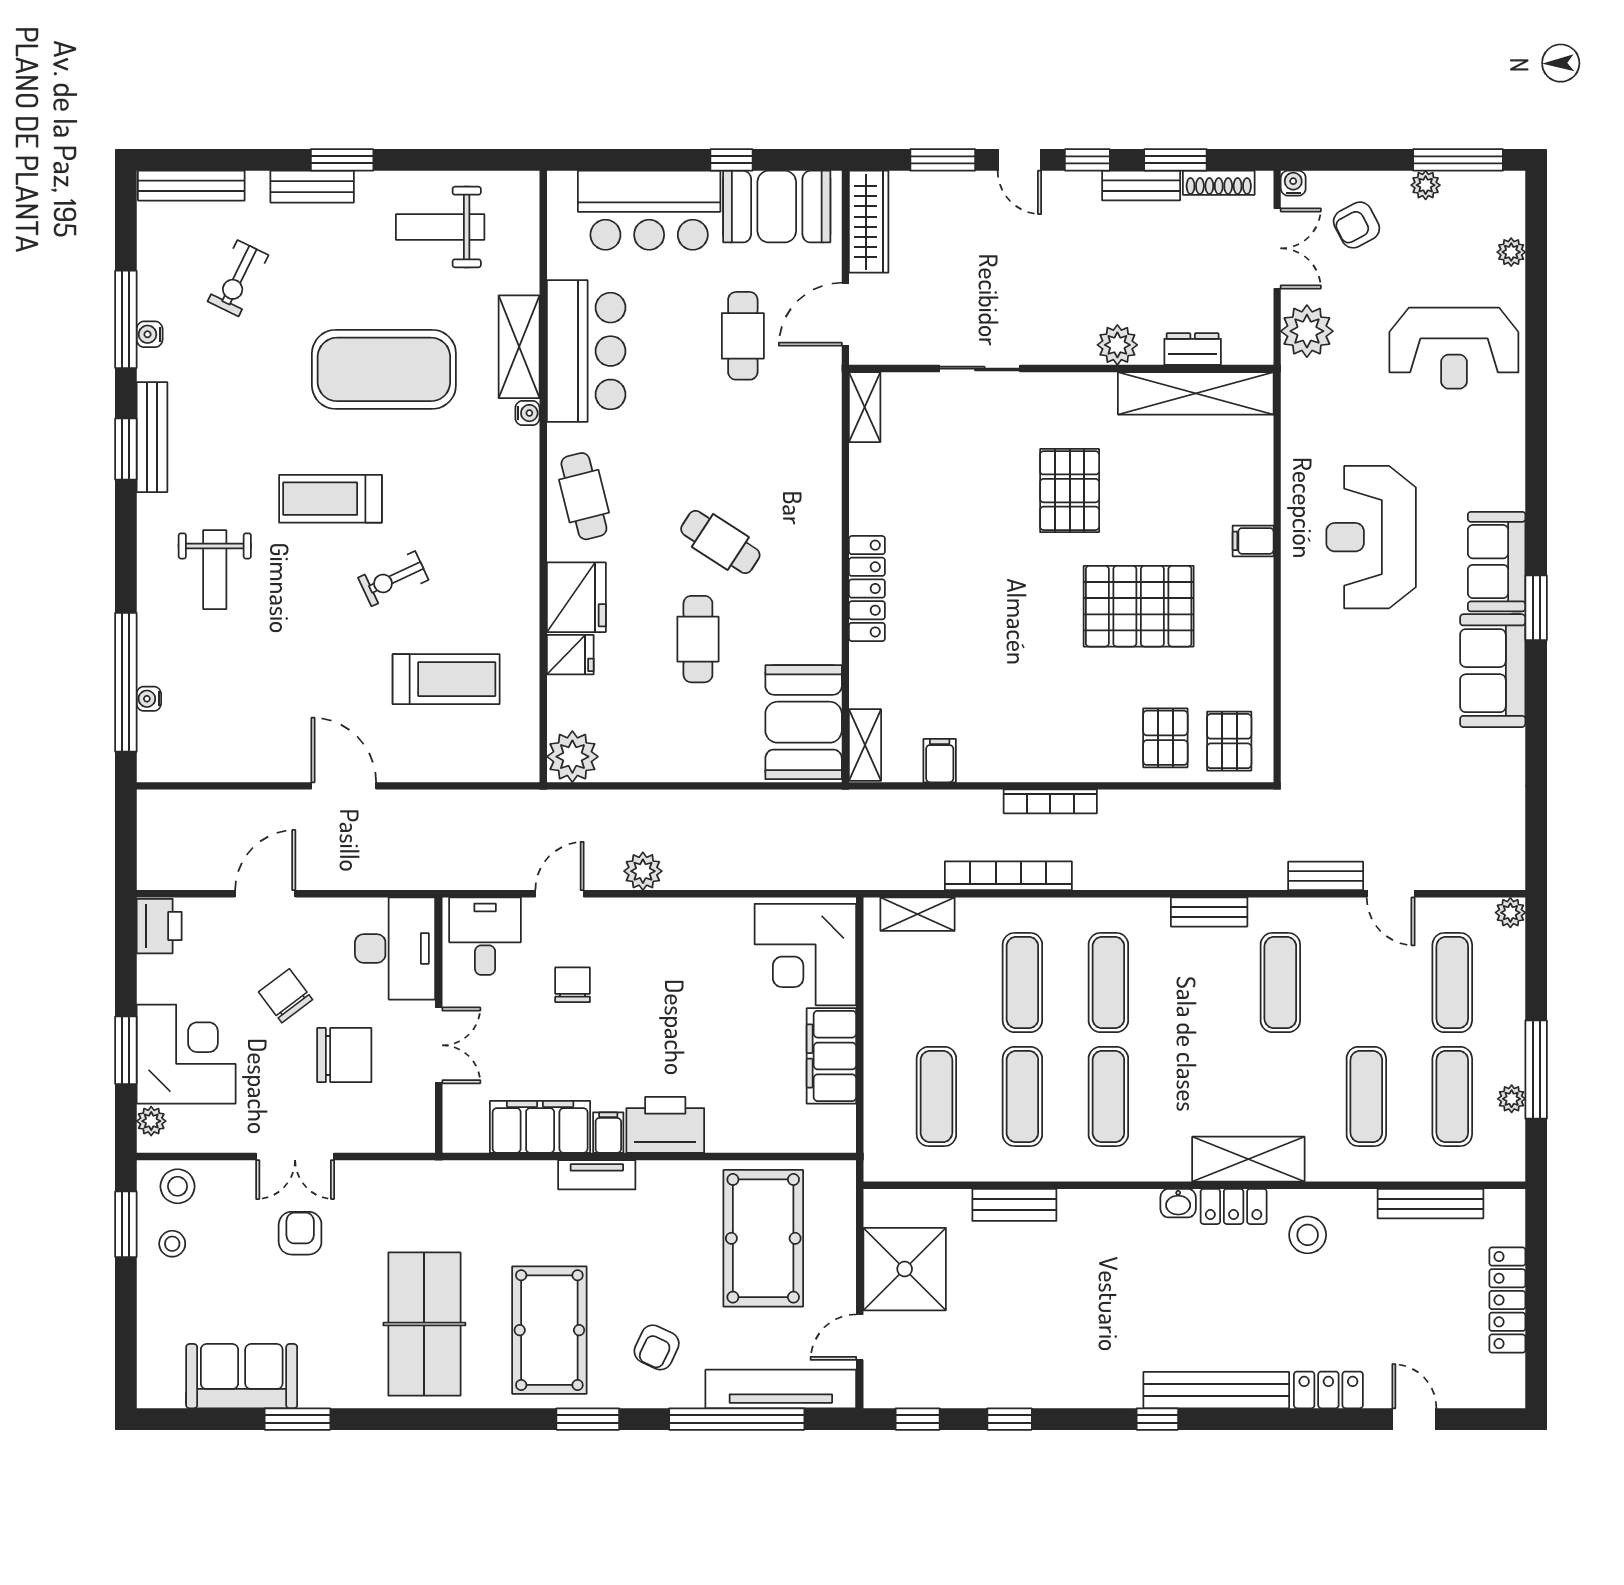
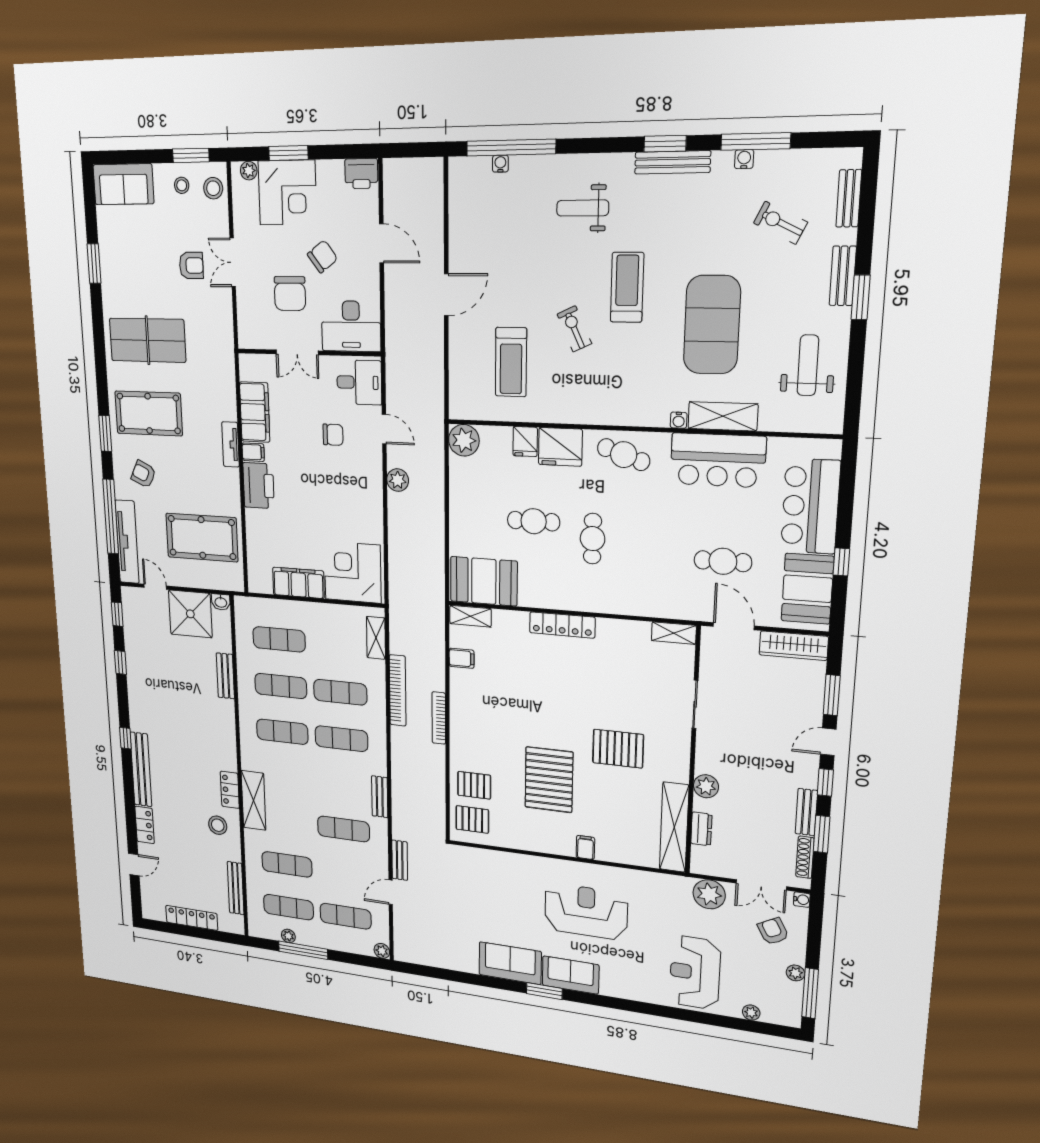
bench: (191, 186) -> (849, 198), width x0.73
cafe table: (584, 496) -> (624, 455), turned 33
cafe table: (720, 542) -> (593, 539), turned -33
washbasin: (1178, 1203) -> (221, 602), moved, turned -90
sofa: (242, 1376) -> (123, 184), moved, turned 90

